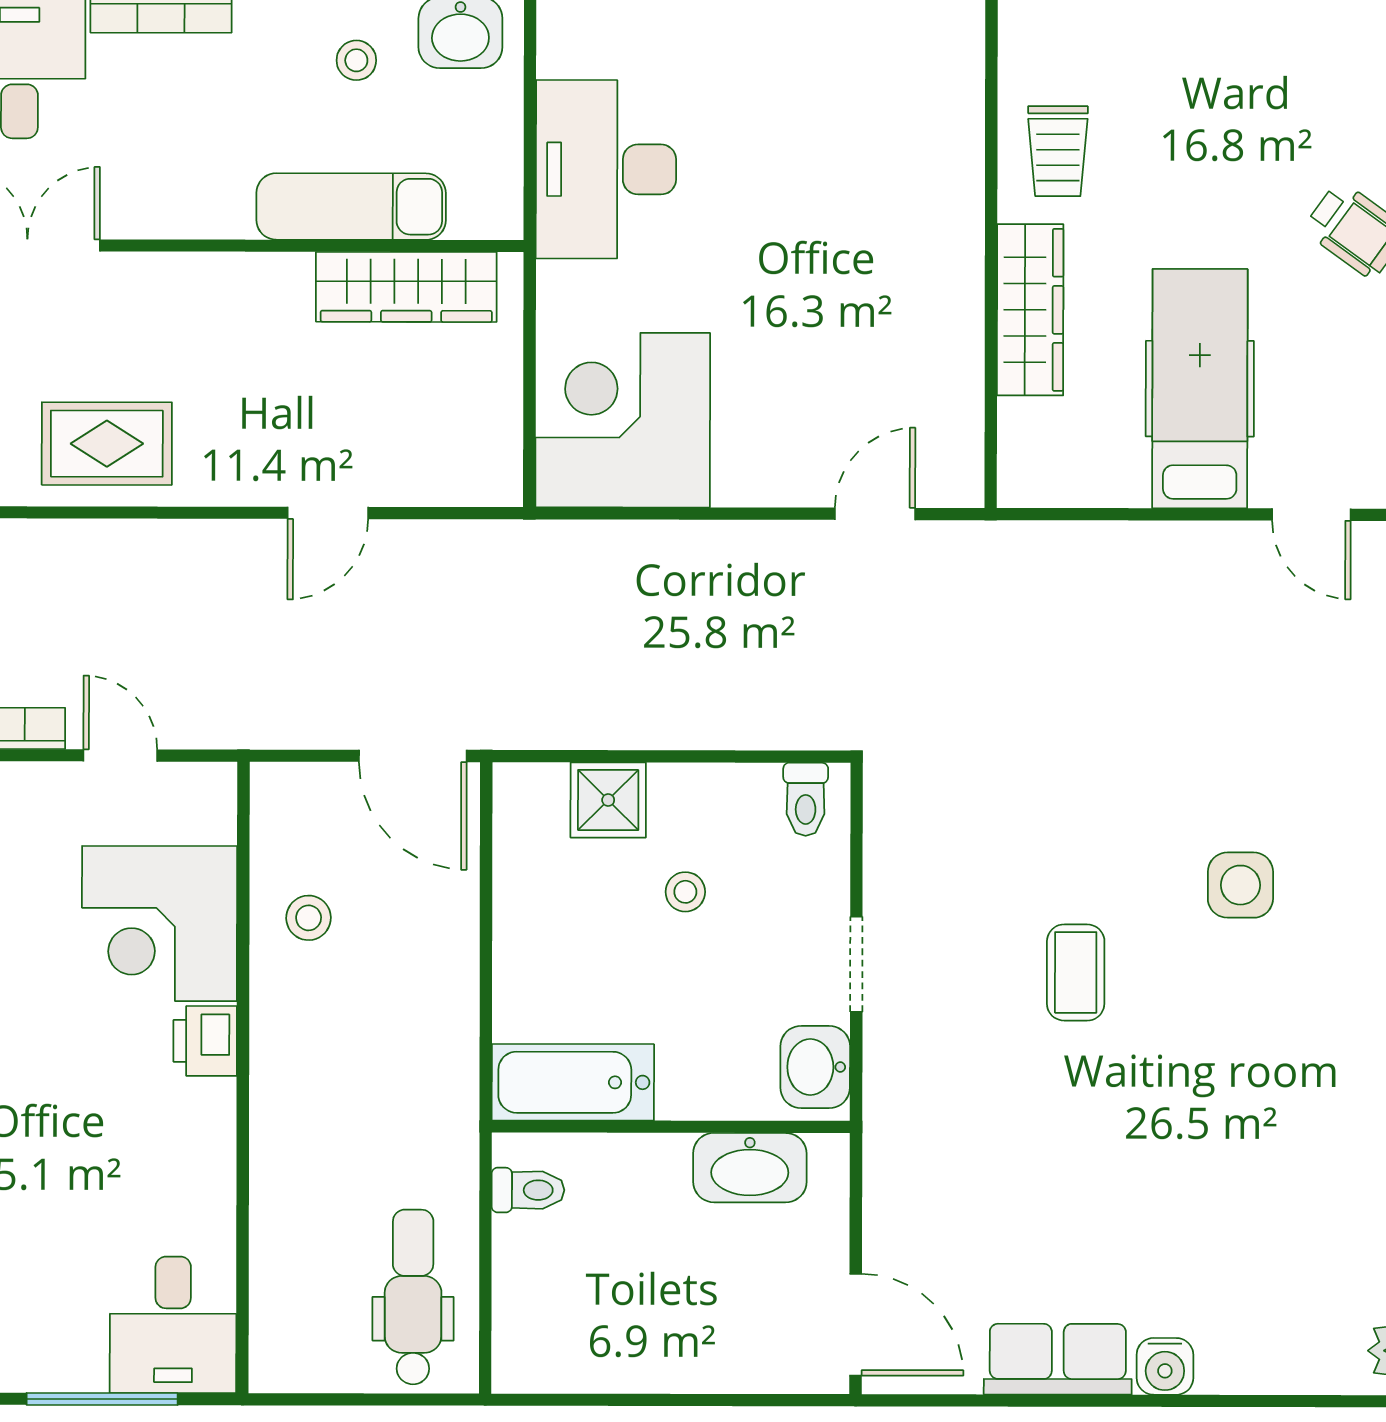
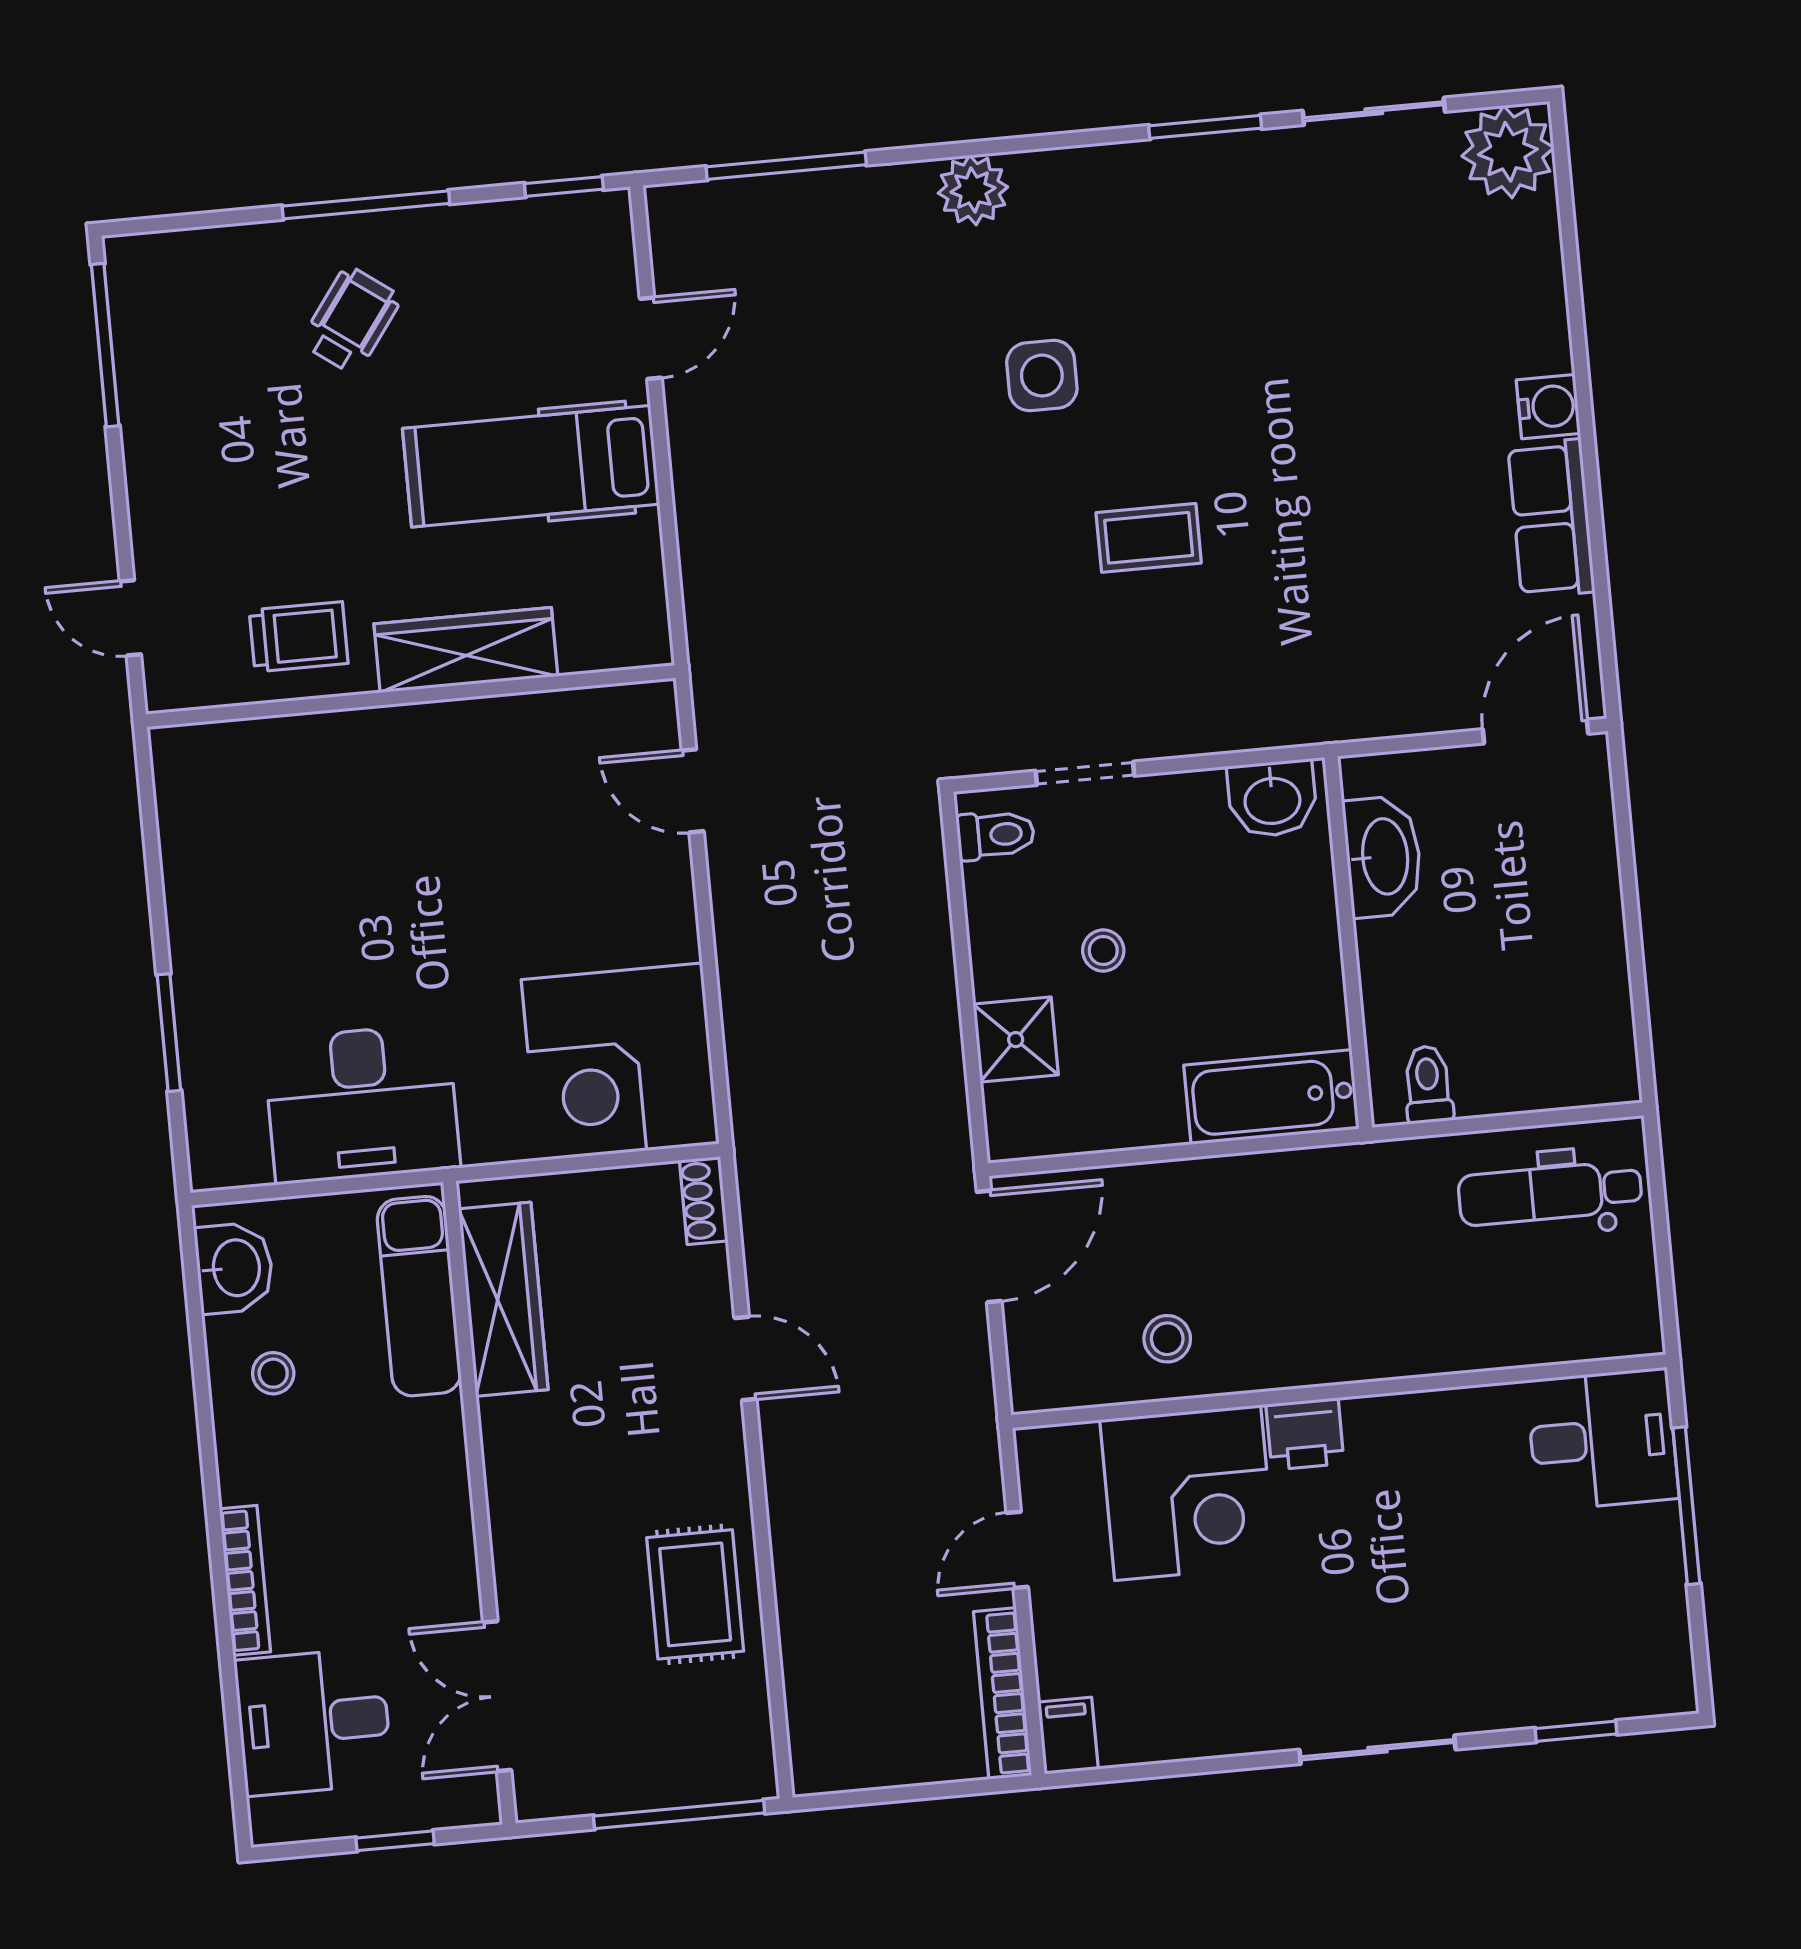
exam couch: (351, 207) -> (419, 1296), moved
shoe rack: (483, 487) -> (704, 1201), added
doorway: (856, 964) -> (1085, 773), moved
bathtub: (573, 1082) -> (1271, 1097), moved, turned 90

